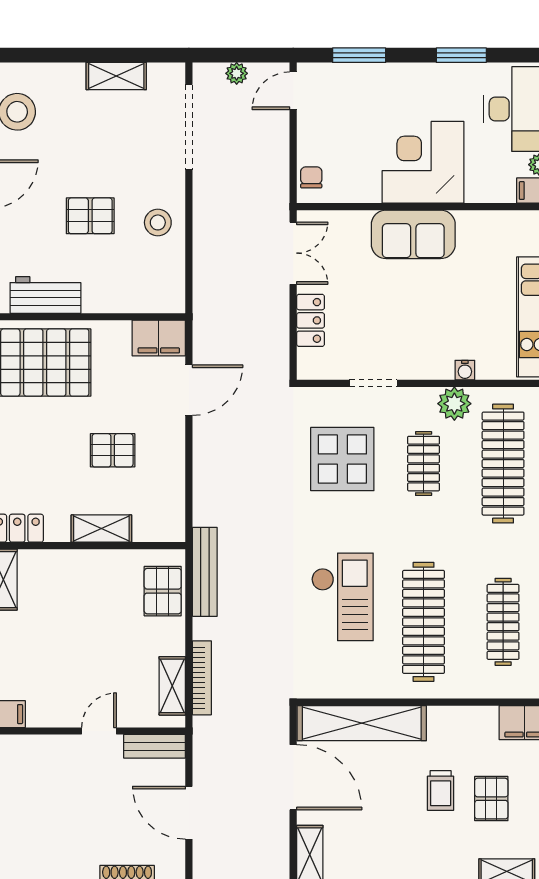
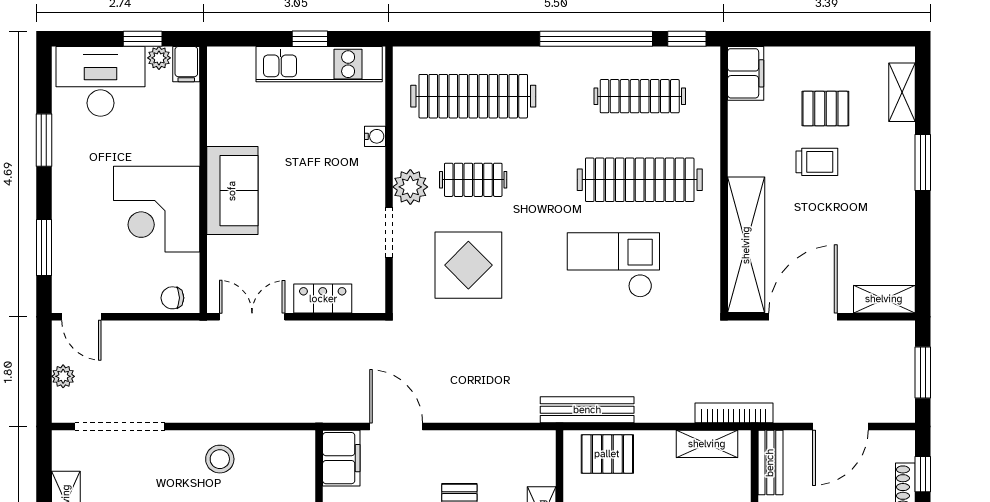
corner desk: (423, 162) -> (157, 209), moved
plant: (454, 404) -> (410, 187), moved
bookcase: (202, 678) -> (734, 413), moved

